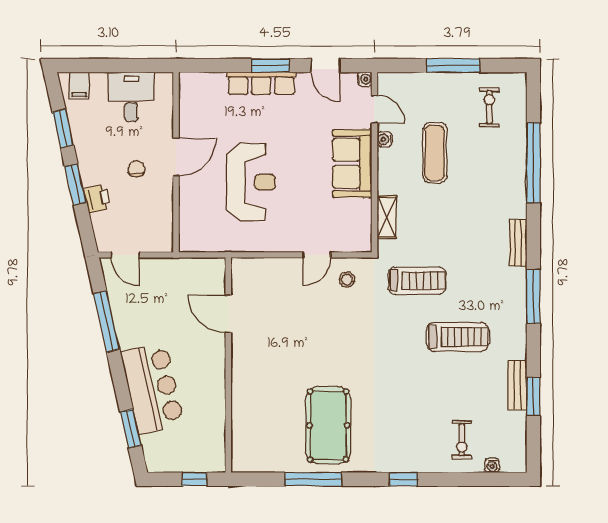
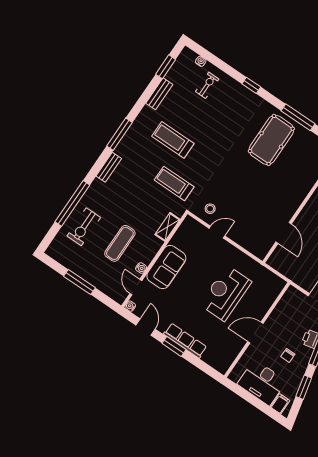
desk: (131, 97) -> (262, 383), width x1.37
exercise bike: (489, 107) -> (84, 227), moved, width x1.38, depth x1.39
chair: (136, 169) -> (288, 355), moved
window: (533, 397) -> (166, 67), moved

